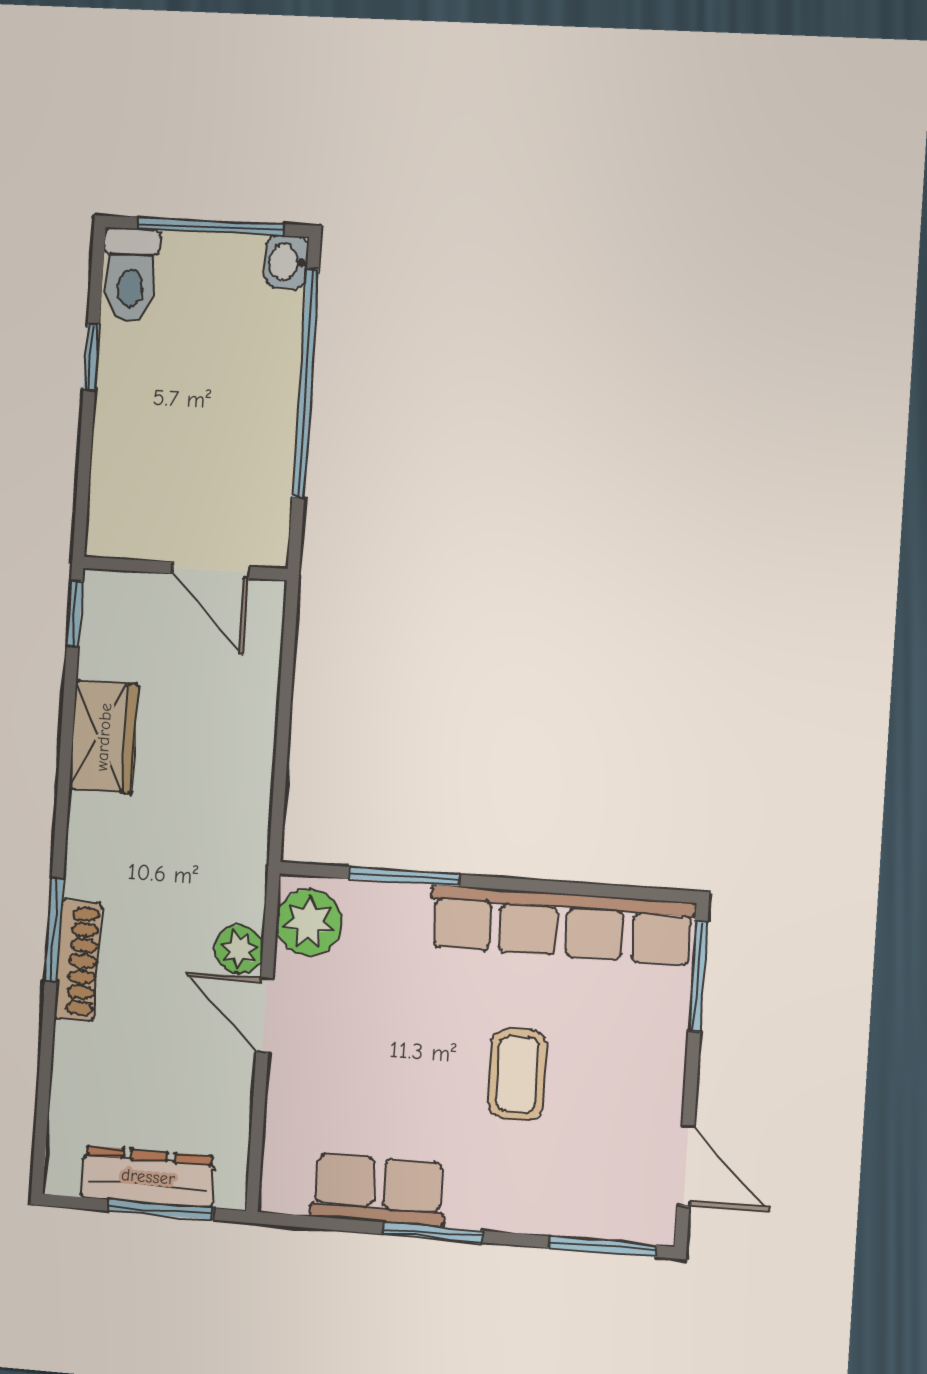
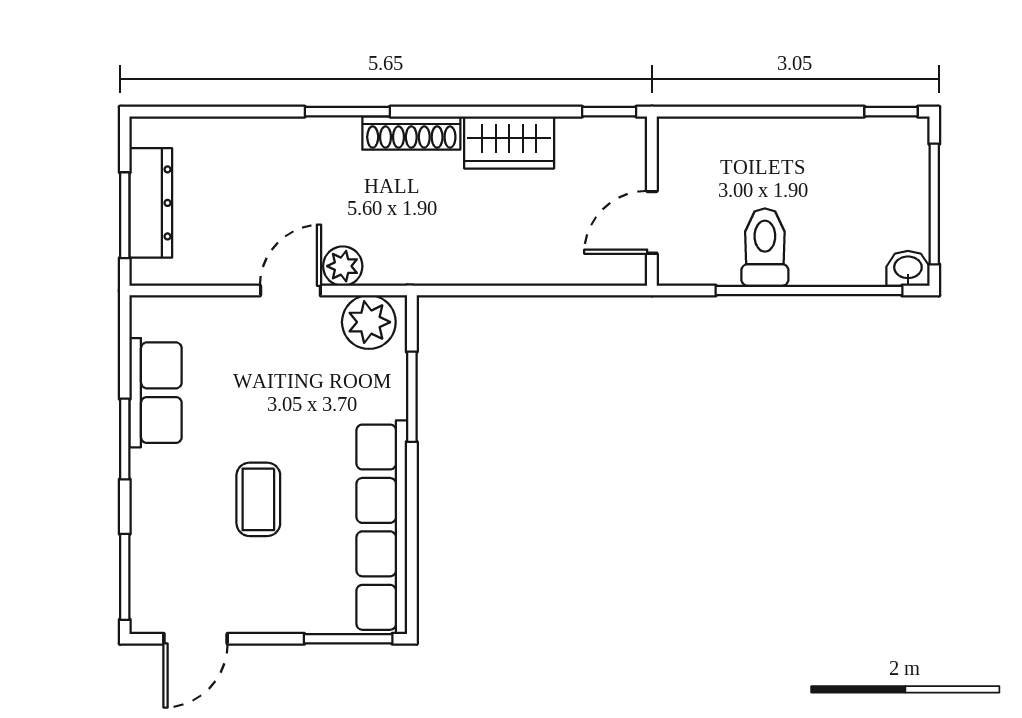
toilet: (131, 275) -> (765, 247), moved, turned 90
window: (91, 357) -> (891, 112), moved
shoe rack: (78, 961) -> (411, 133), moved
coffee table: (517, 1074) -> (258, 499), turned 90

